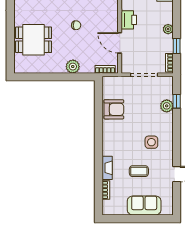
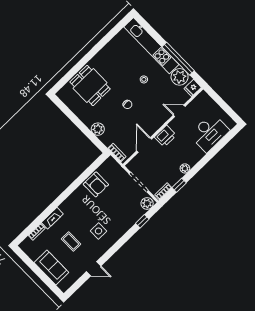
plant: (167, 106) -> (147, 203), moved

